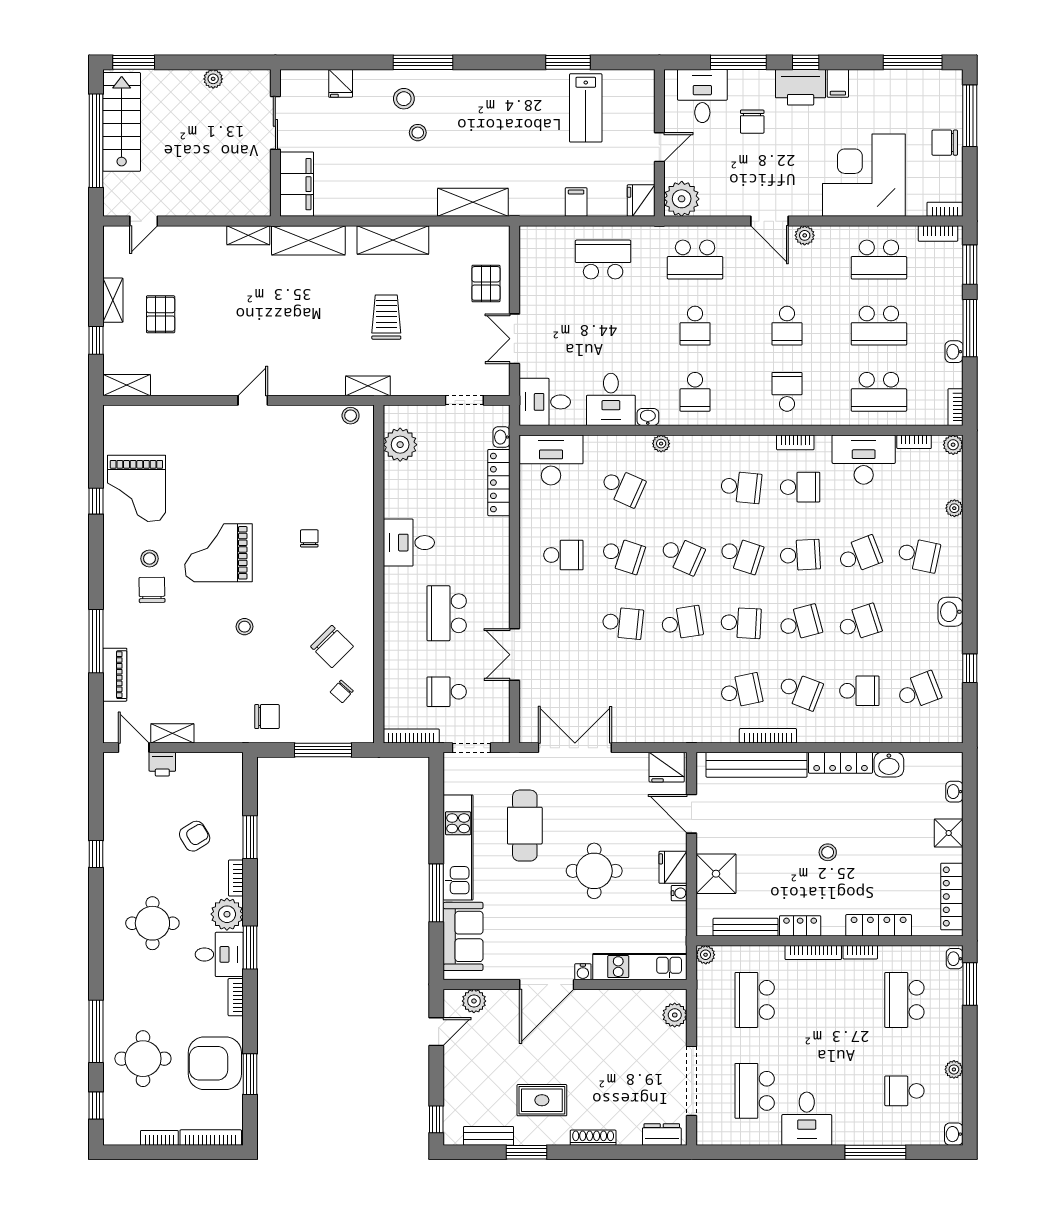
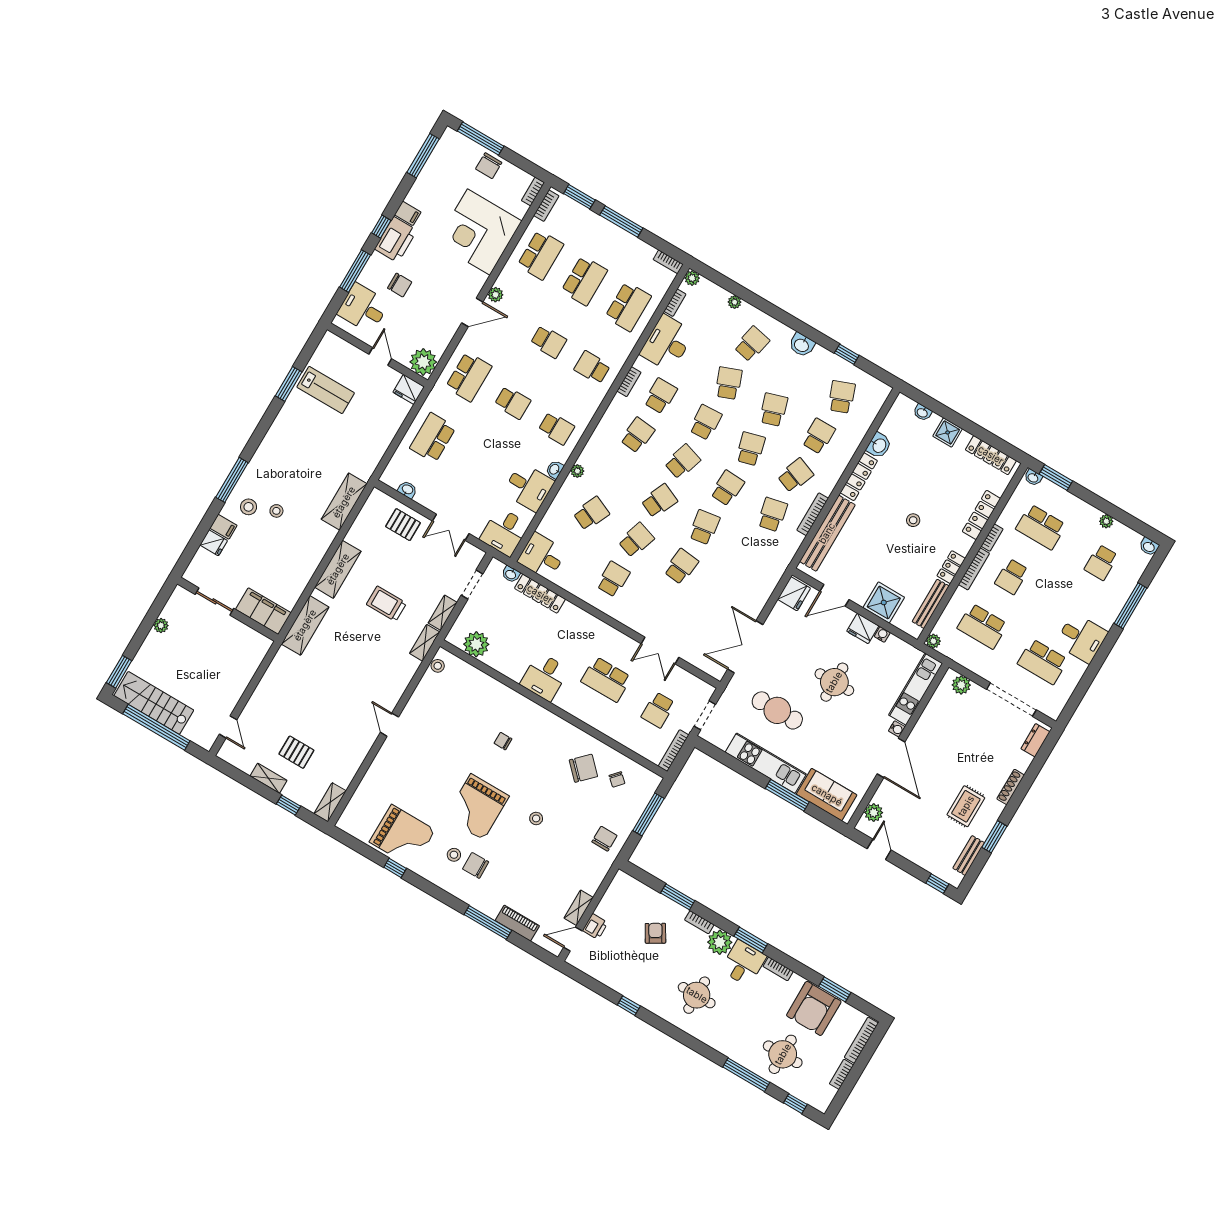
filing cabinet: (576, 202) -> (223, 527), moved, turned 180
shelving: (248, 235) -> (443, 613), moved
washbasin: (954, 352) -> (407, 490), moved, turned 180
desk: (551, 460) -> (542, 556), width x0.73
school desk: (830, 1000) -> (1012, 577), added

